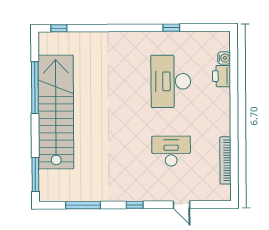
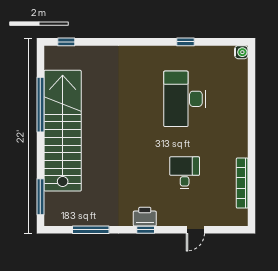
water cooler: (224, 58) -> (241, 52), moved
printer: (222, 76) -> (145, 217), moved, turned 90
desk: (171, 151) -> (185, 173), width x0.73
door: (181, 205) -> (195, 230), hinge flipped

